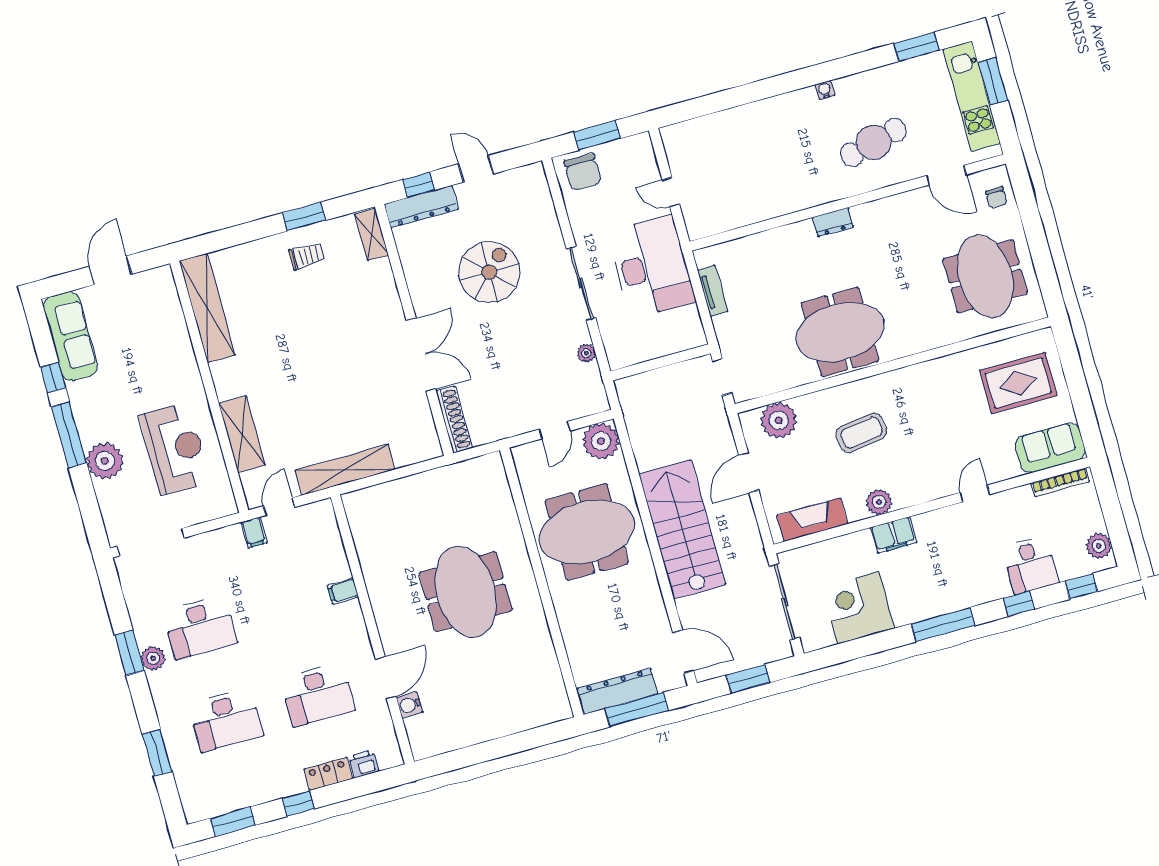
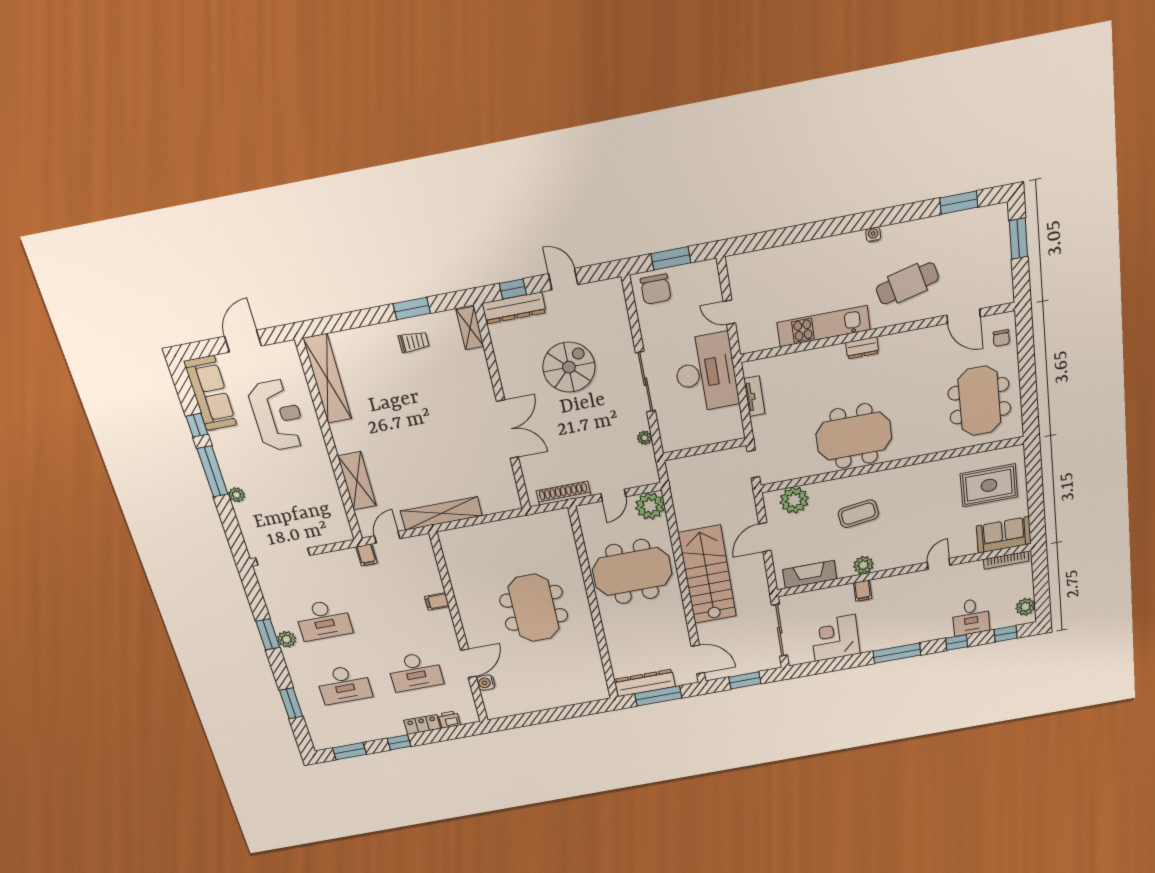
kitchen unit: (972, 96) -> (824, 326), moved, turned 90
shoe rack: (454, 420) -> (564, 493), moved, turned -90
reception desk: (175, 449) -> (278, 415), moved
plant: (105, 461) -> (237, 495), width x0.53, depth x0.53
filing cabinet: (894, 535) -> (863, 591), width x0.50

